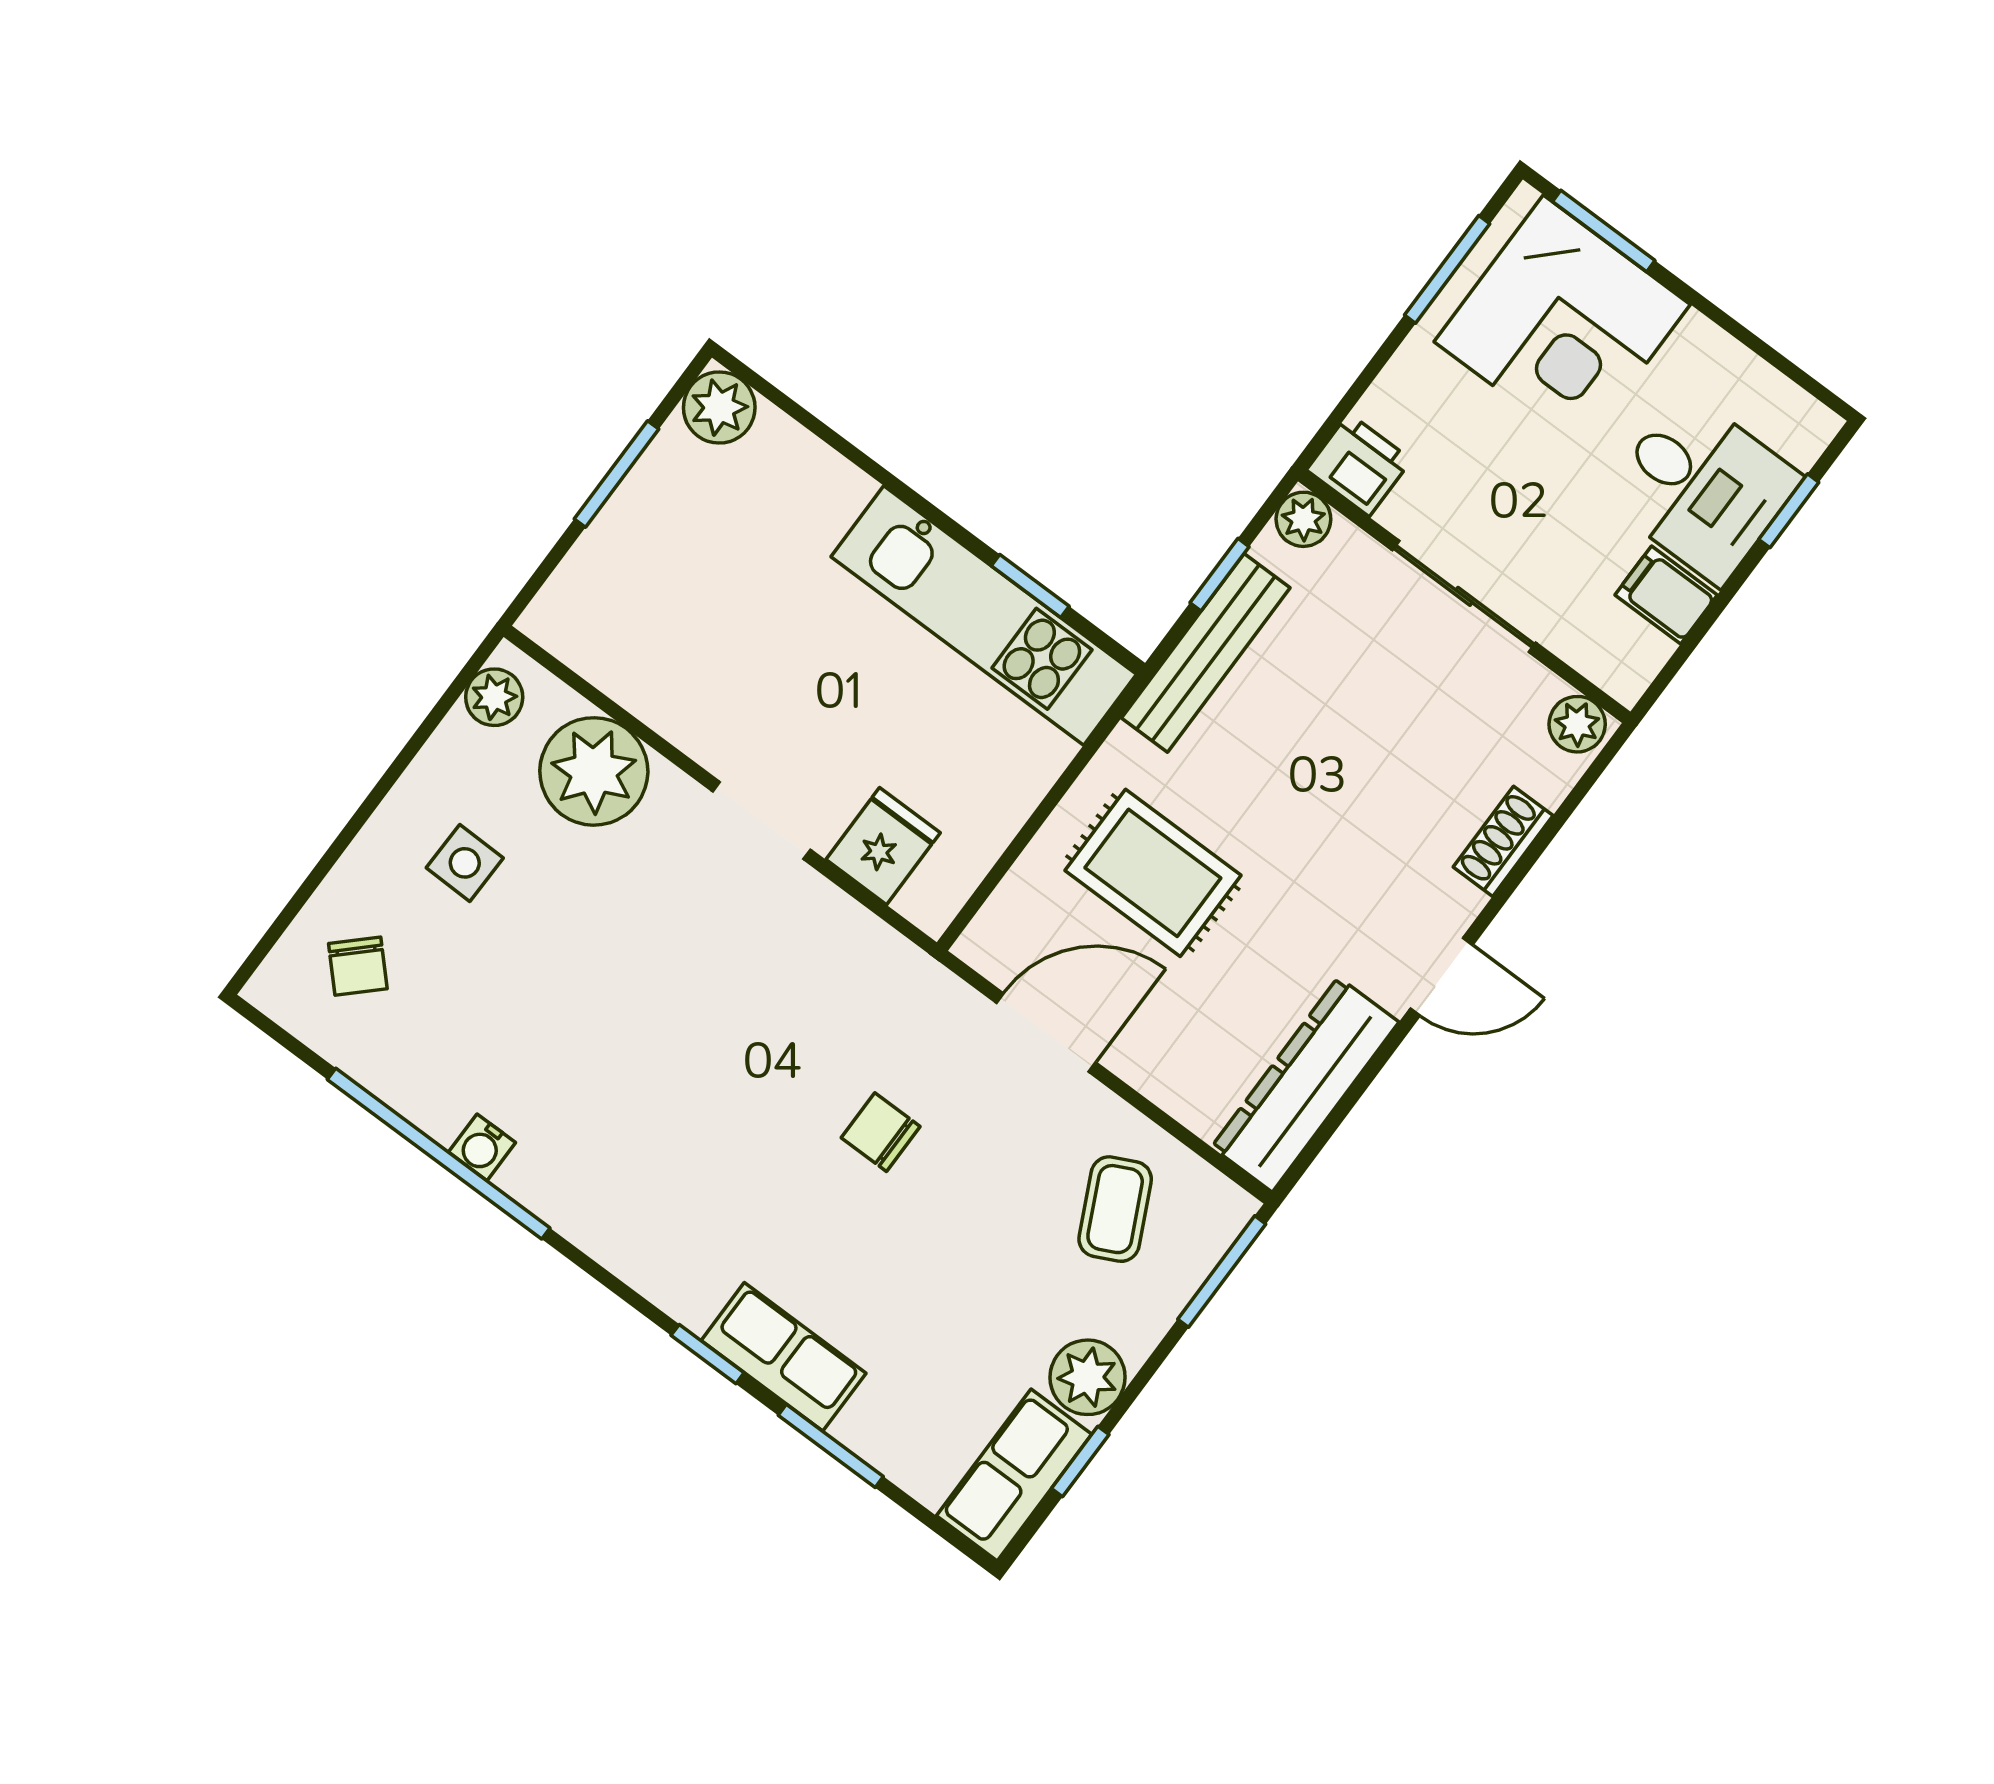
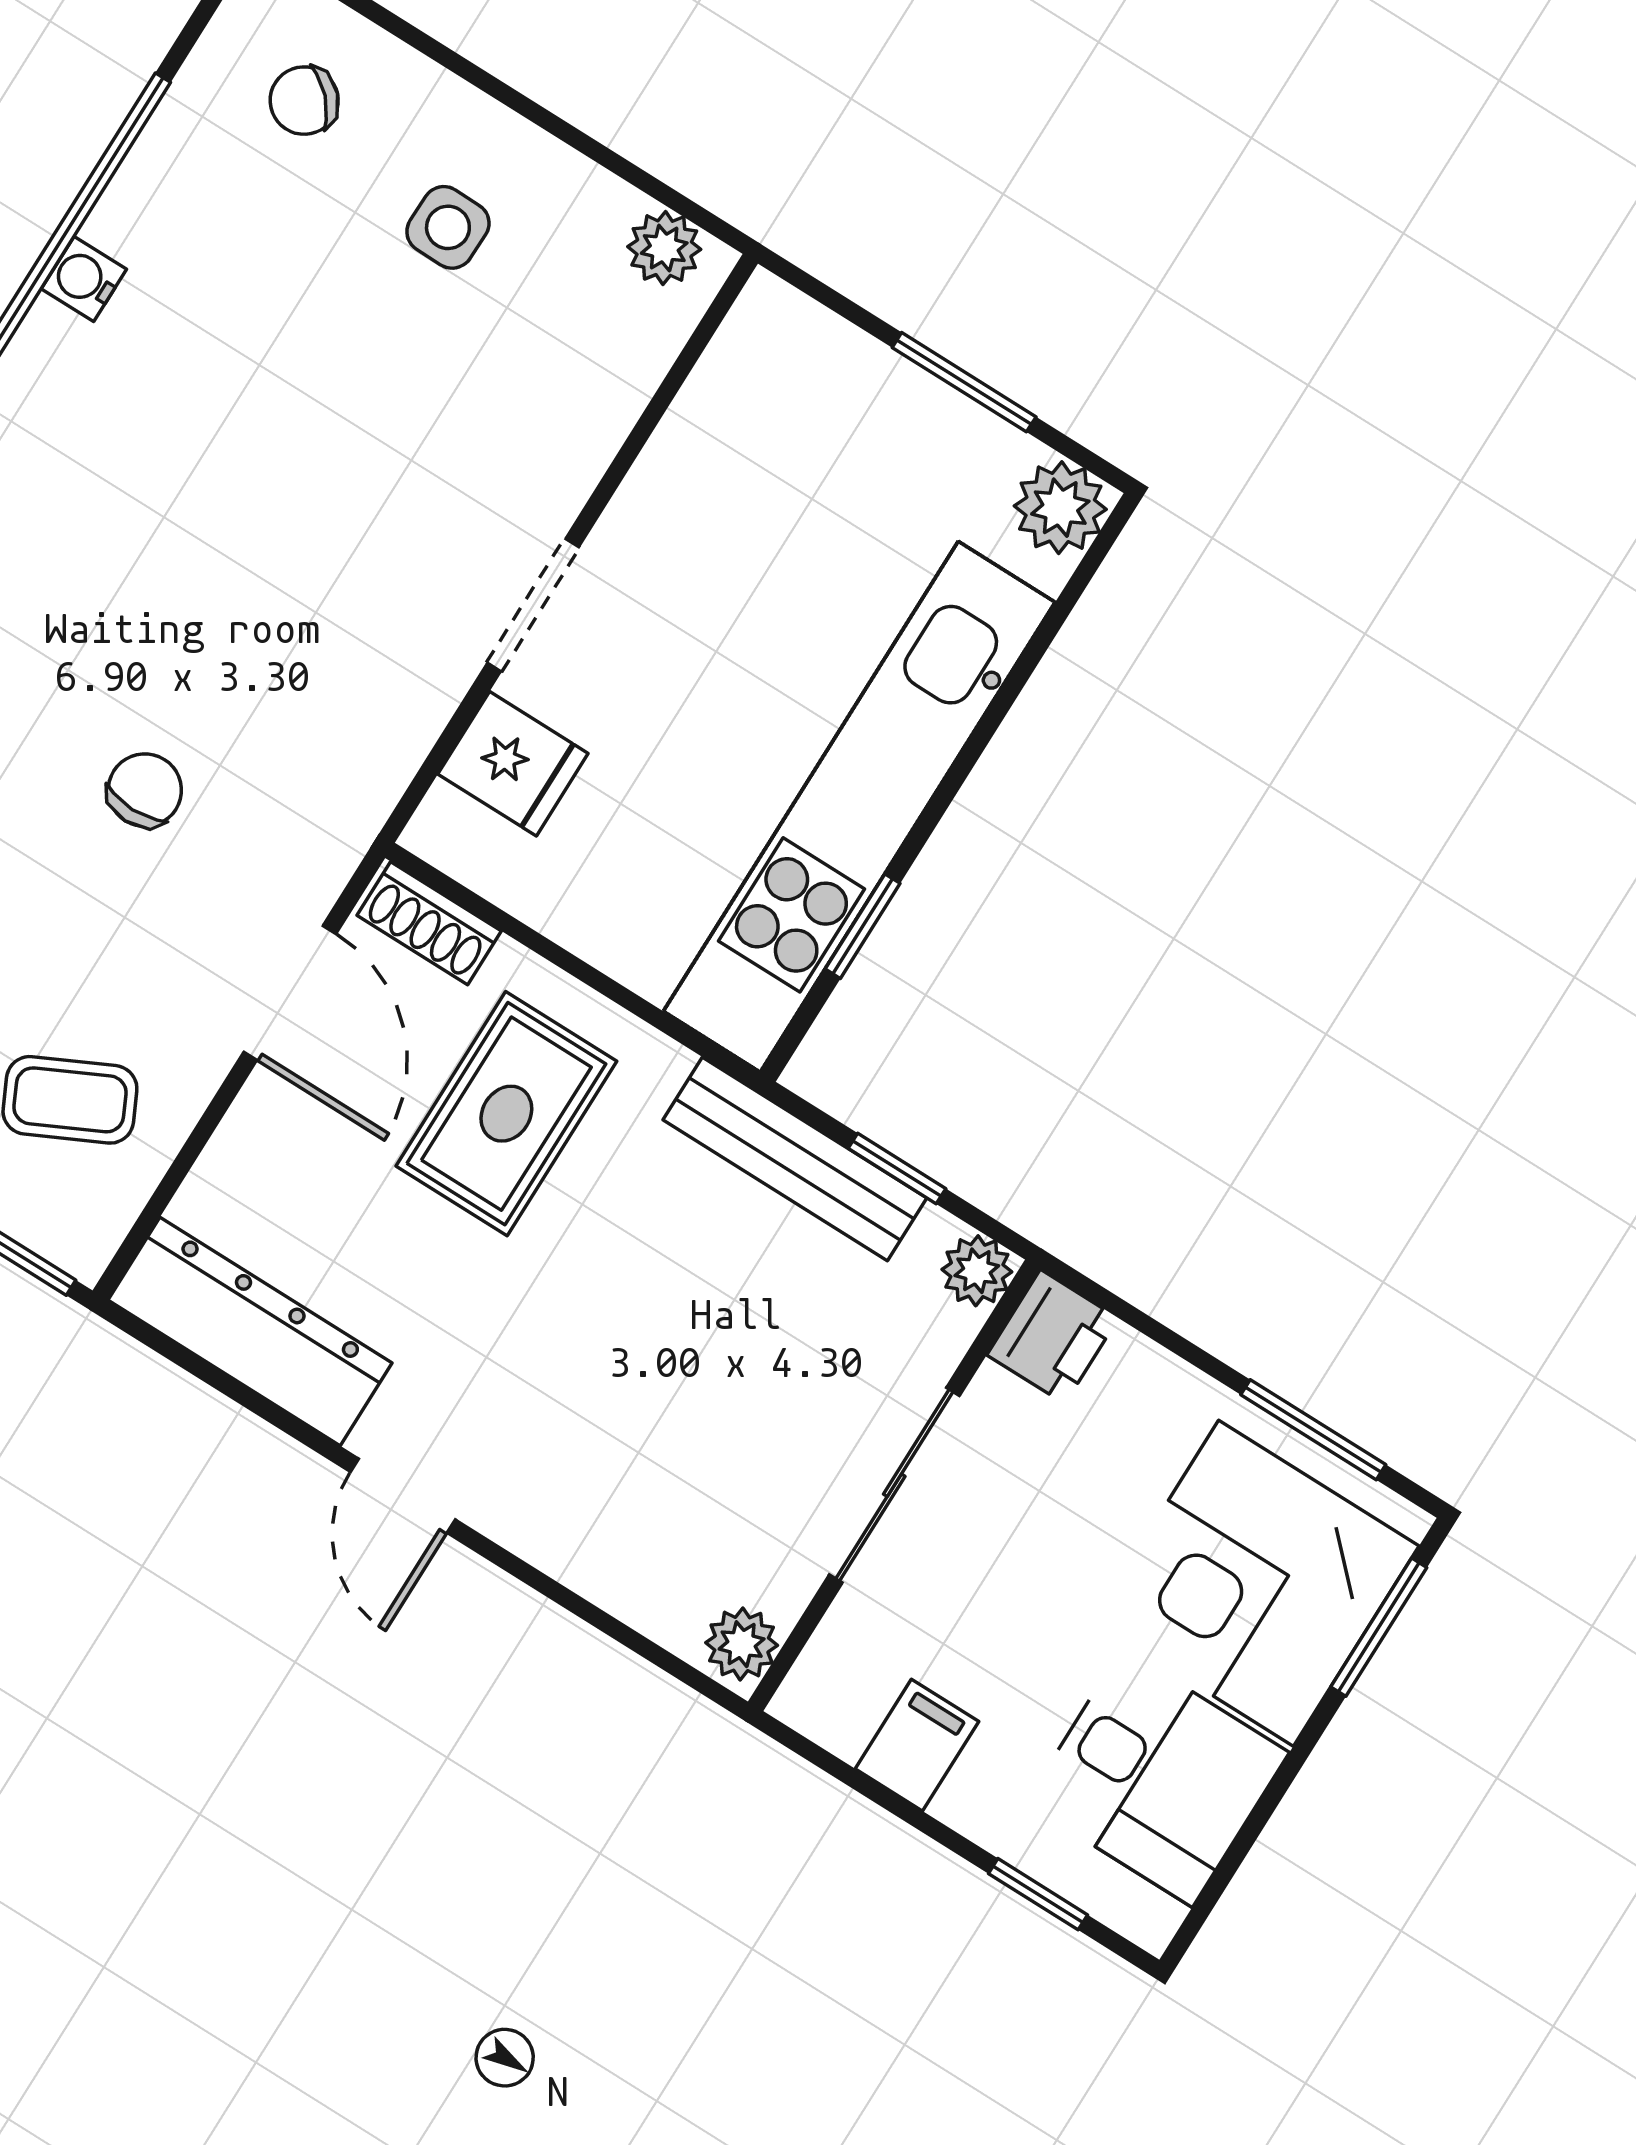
desk: (1702, 488) -> (1157, 1778), moved, turned -90
kitchen unit: (984, 616) -> (859, 807), width x1.36
plant: (594, 771) -> (579, 384), removed
shoe rack: (1503, 841) -> (429, 923), moved, turned 180

